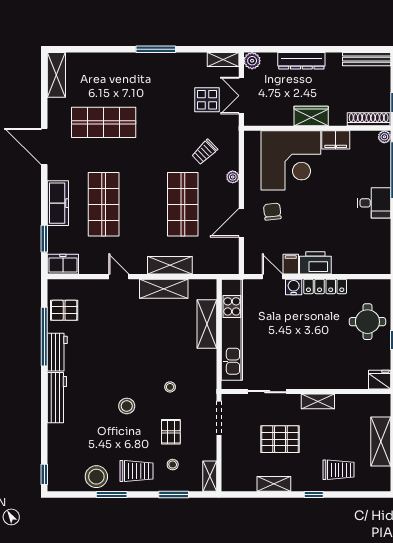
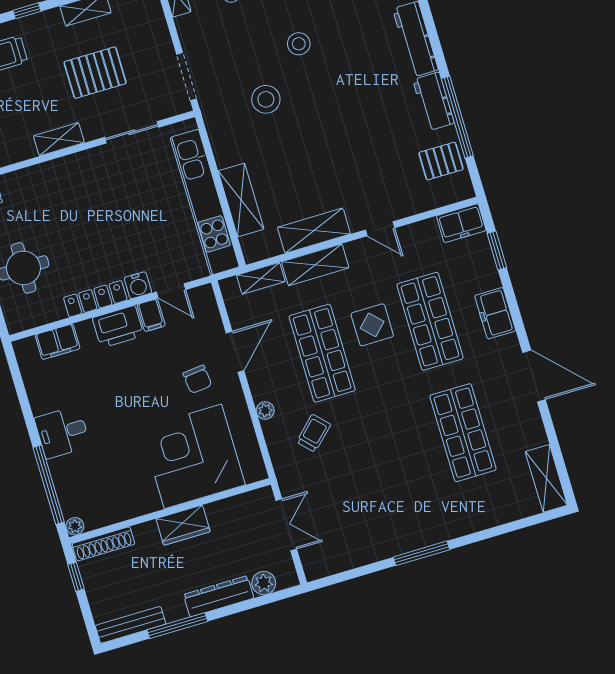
window: (335, 49) -> (177, 626), added
shelving: (223, 60) -> (261, 278), moved
plant: (252, 61) -> (264, 583), moved
display table: (207, 100) -> (372, 325), moved
shop shelf: (104, 122) -> (463, 433), turned 90
filing cabinet: (336, 140) -> (58, 342), moved, turned 180
freezer: (58, 203) -> (495, 313), width x0.71
stool: (170, 387) -> (266, 99), width x1.89, depth x1.89
stool: (127, 406) -> (299, 44), moved
pallet: (171, 432) -> (247, 39), removed

